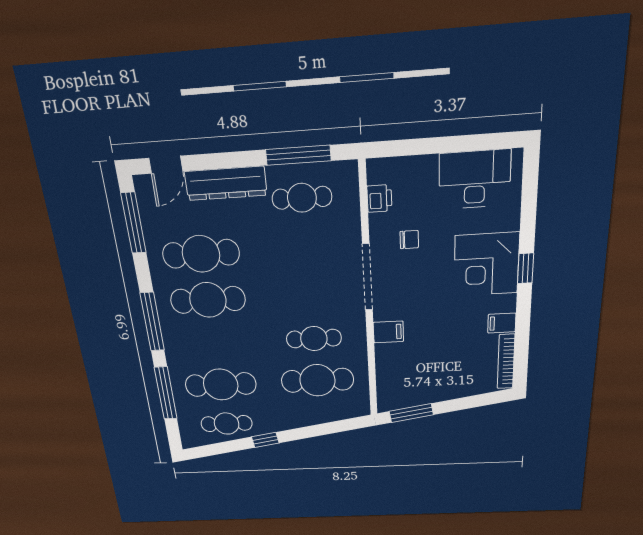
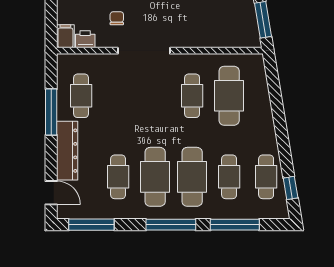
window: (298, 155) -> (51, 112), moved
cafe table: (201, 254) -> (118, 177), width x0.73, depth x0.74
filing cabinet: (388, 332) -> (65, 36), moved
cafe table: (214, 343) -> (192, 177), added
cafe table: (221, 385) -> (229, 177), width x0.73, depth x0.74
window: (265, 440) -> (291, 188), moved

